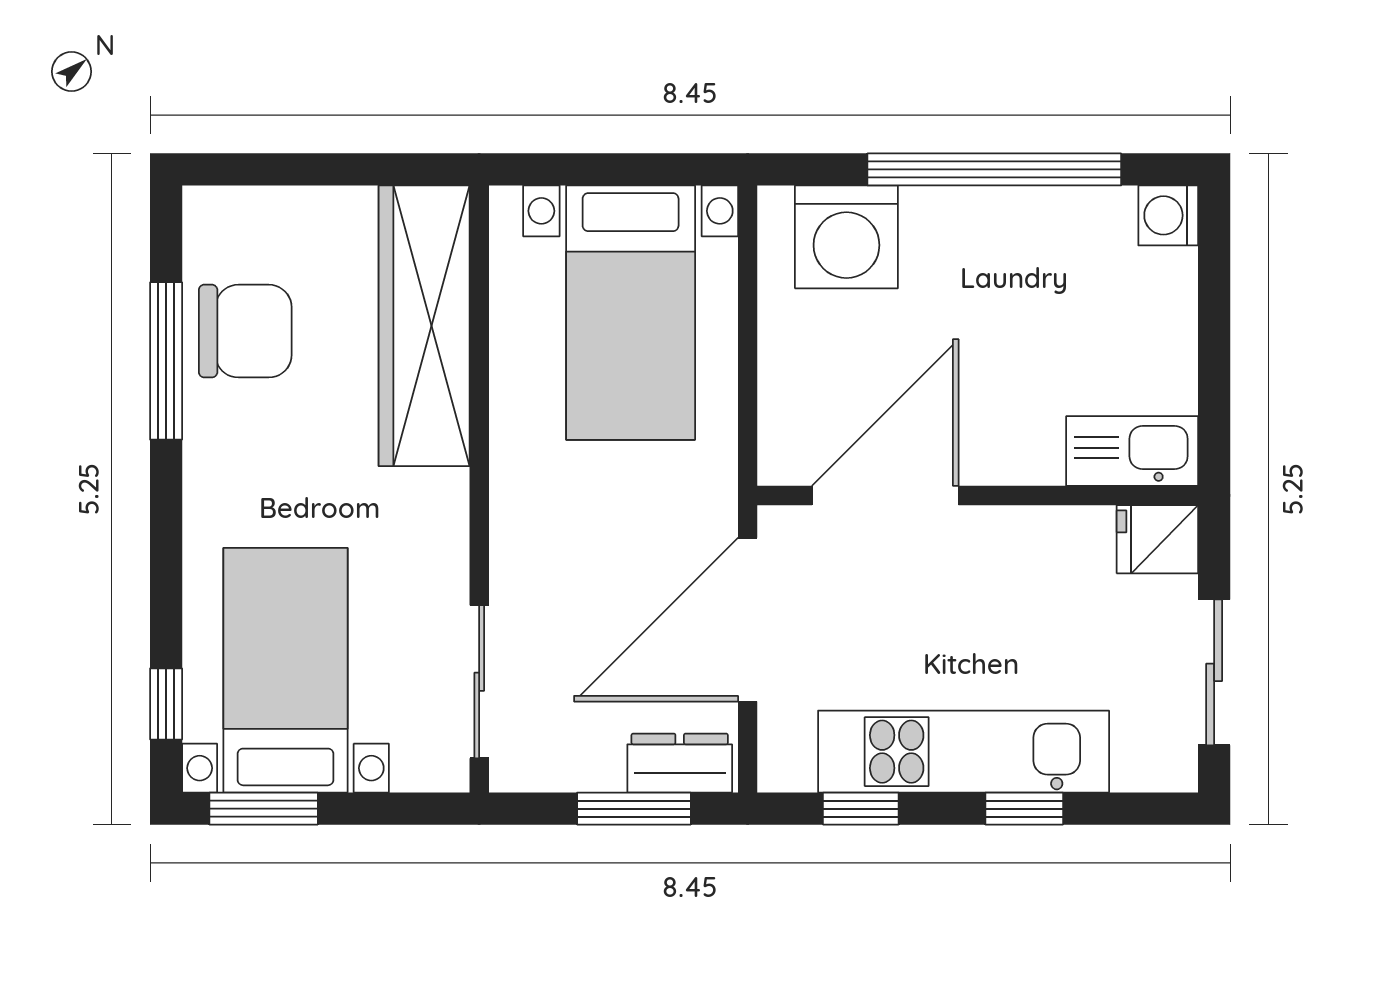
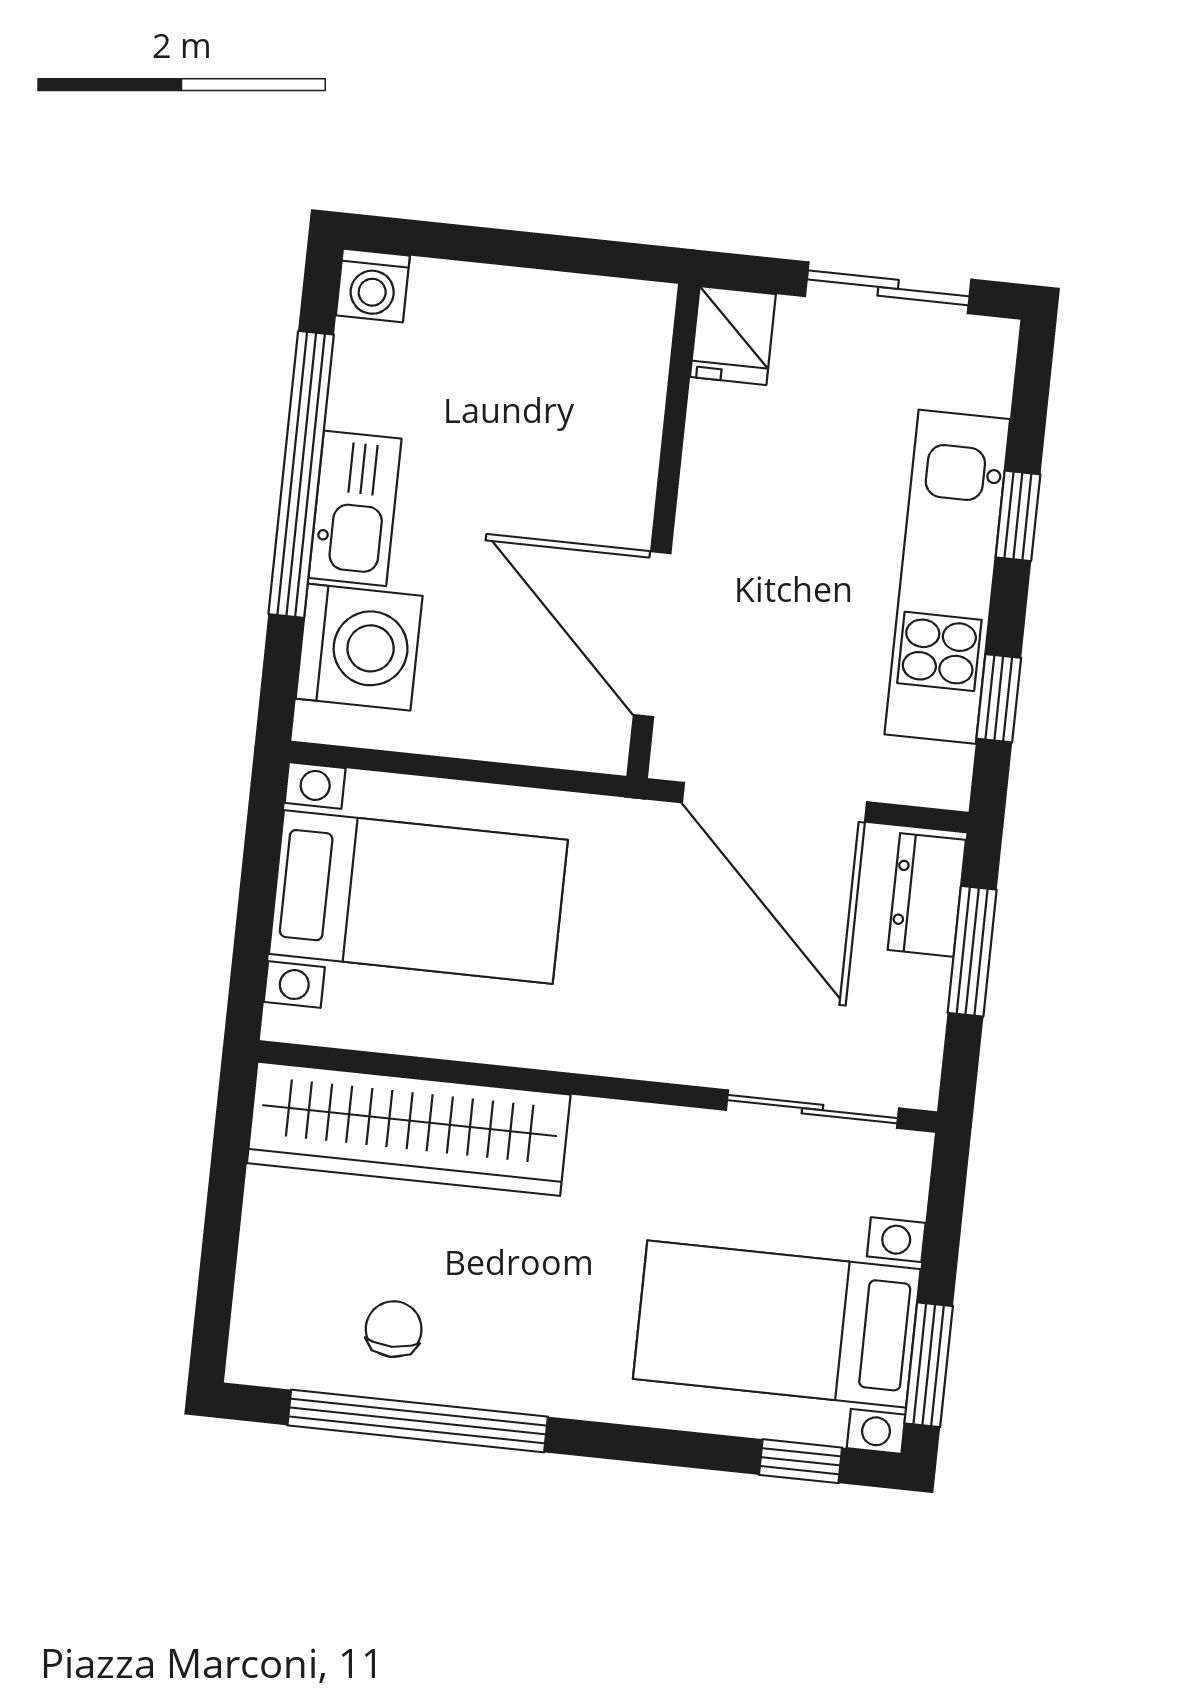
chair: (245, 331) -> (394, 1329), width x0.54, depth x0.54
window: (166, 361) -> (418, 1421), width x1.46
kitchen sink: (1132, 451) -> (355, 508), moved, turned 180

